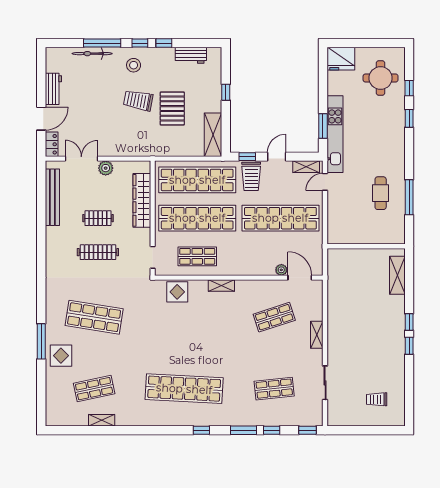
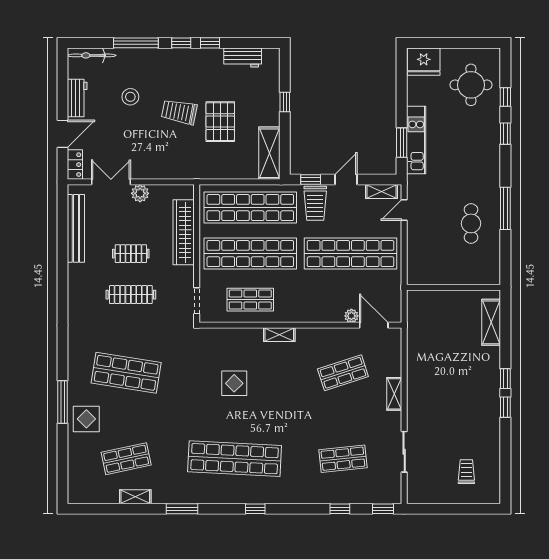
bicycle: (92, 54) -> (92, 55), moved
stool: (134, 65) -> (130, 97), moved
kitchen unit: (335, 134) -> (416, 140), width x0.73
window: (409, 197) -> (505, 208), moved
display table: (177, 292) -> (234, 383), moved
trolley: (377, 399) -> (466, 472), turned 90
window: (244, 430) -> (182, 509), moved

